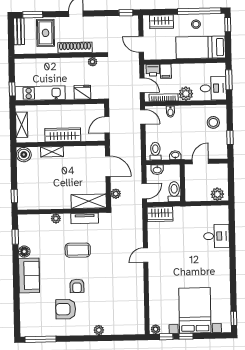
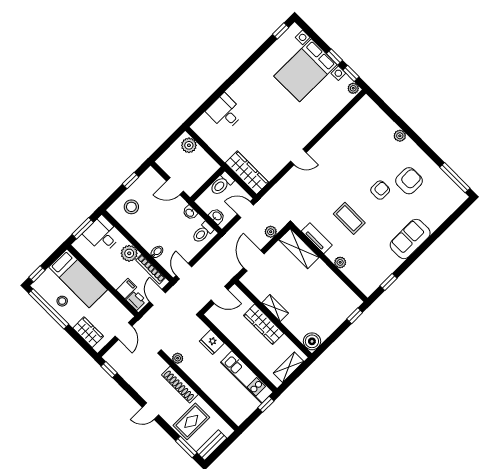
shelving: (52, 152) -> (275, 308), moved
wardrobe: (160, 214) -> (247, 173), width x1.50
floor lamp: (24, 252) -> (394, 262), removed
armchair: (66, 309) -> (409, 181), turned -90

